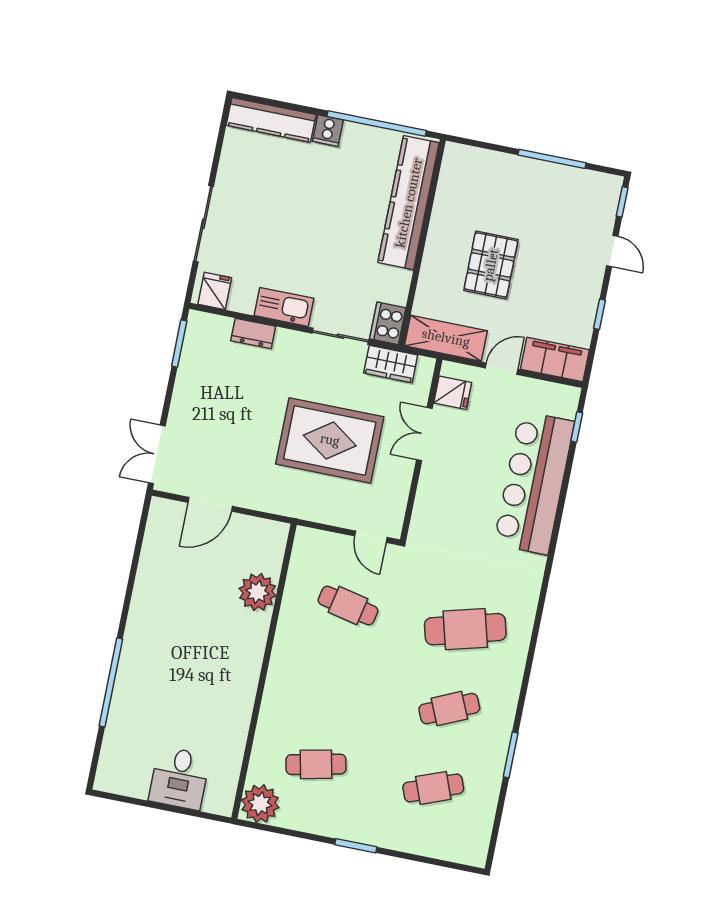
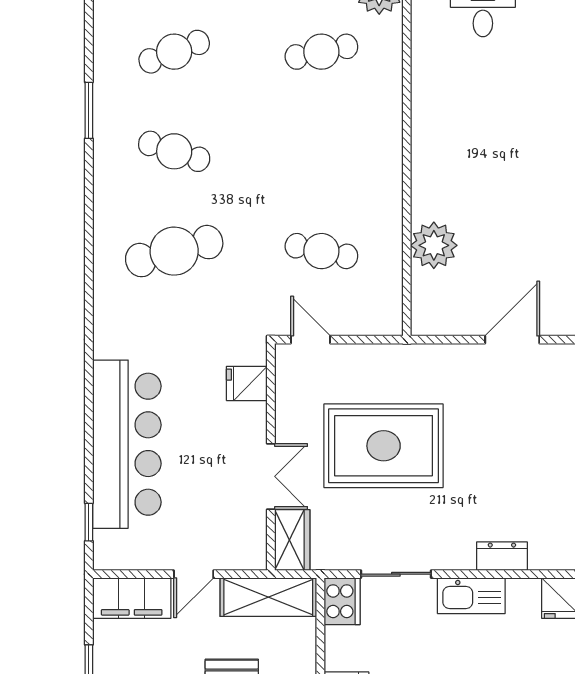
wardrobe: (391, 364) -> (292, 540), moved, turned 90
fridge: (453, 393) -> (247, 383), moved
cafe table: (449, 709) -> (174, 151), turned 42

